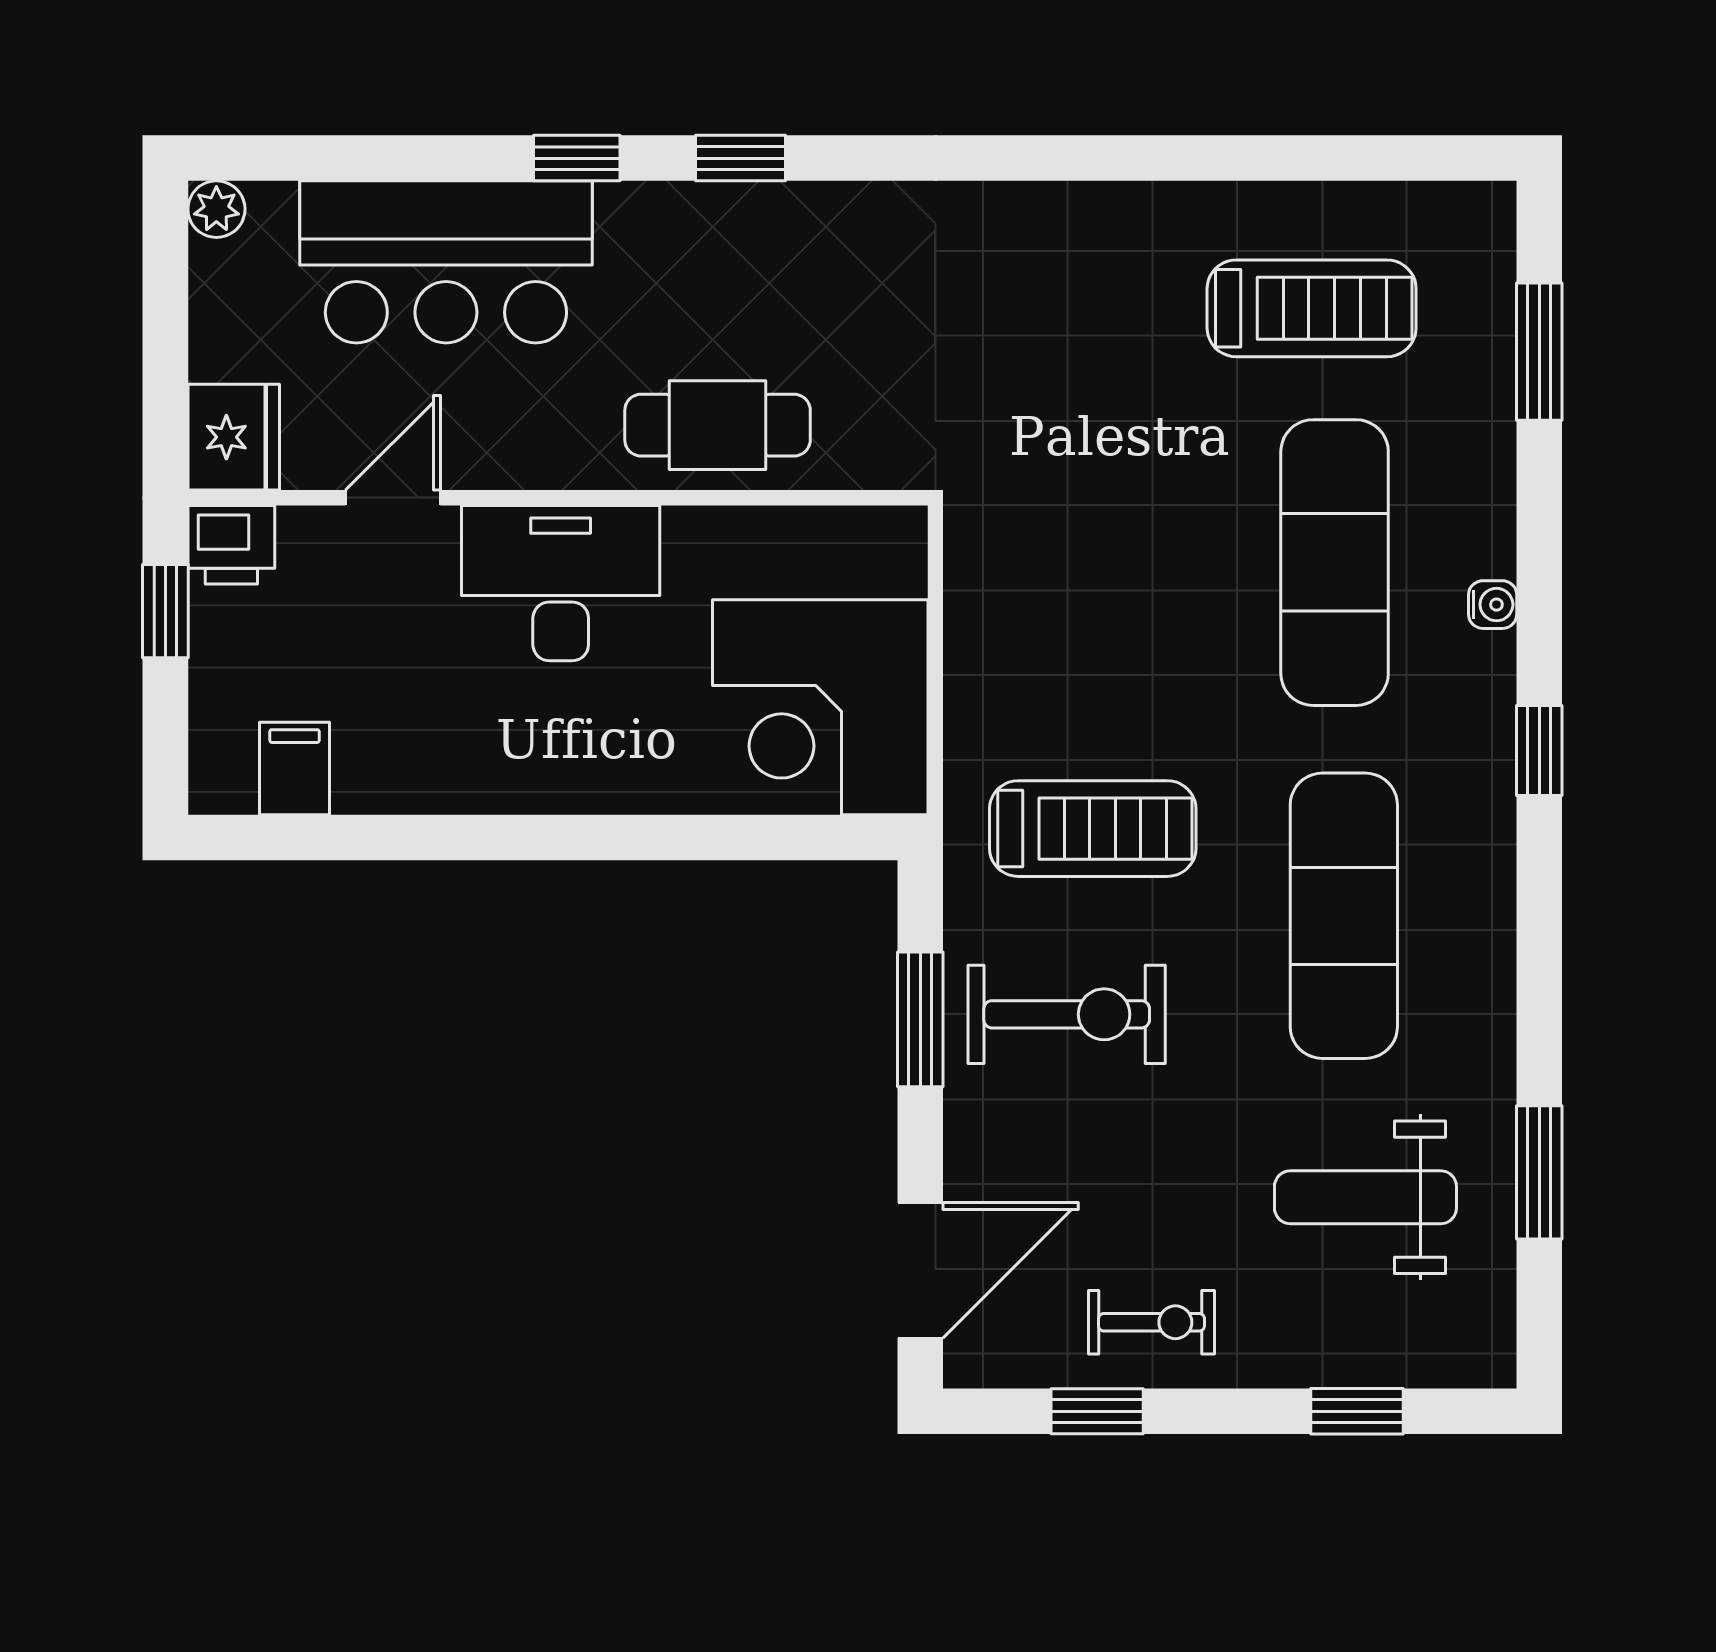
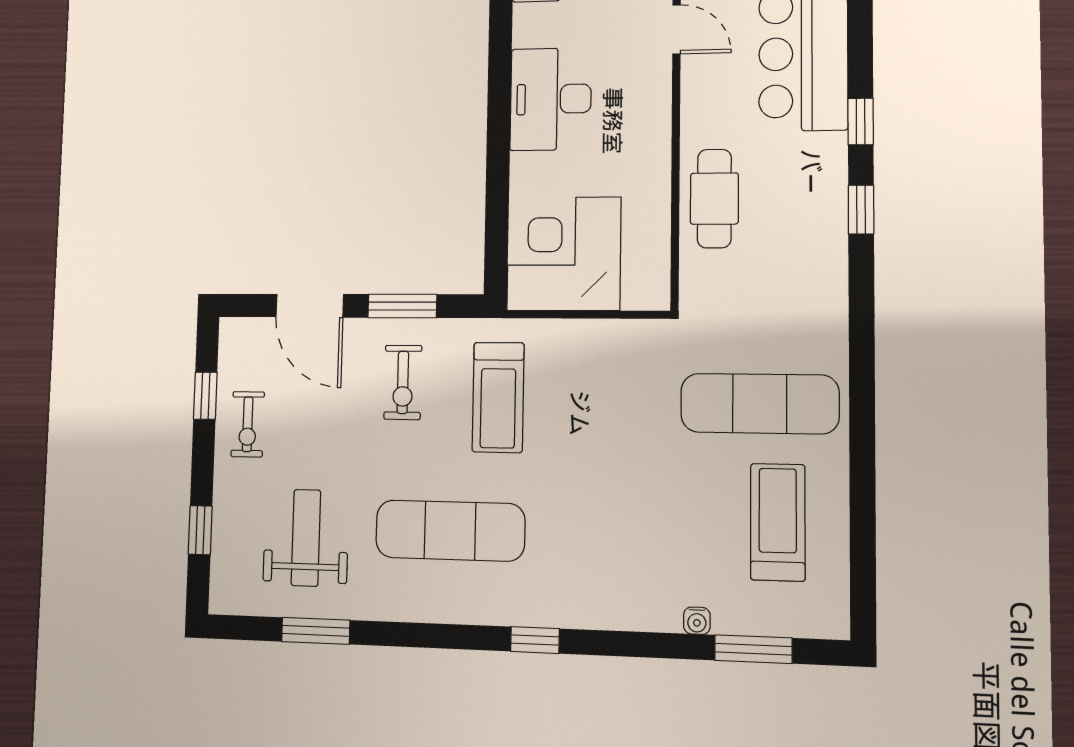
treadmill: (1312, 308) -> (778, 522), turned 180
exercise mat: (1335, 563) -> (760, 404), moved
desk: (561, 583) -> (551, 99), moved, turned 180
water cooler: (1493, 605) -> (697, 621), moved
exercise bike: (1067, 1014) -> (403, 382), width x0.73, depth x0.72
door: (920, 1270) -> (310, 306), moved

